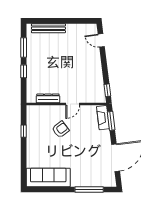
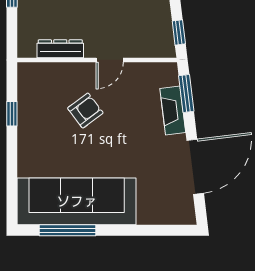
fireplace: (103, 118) -> (173, 111), moved
sofa: (48, 177) -> (77, 201), width x1.36, depth x1.27
window: (89, 189) -> (67, 230), moved

